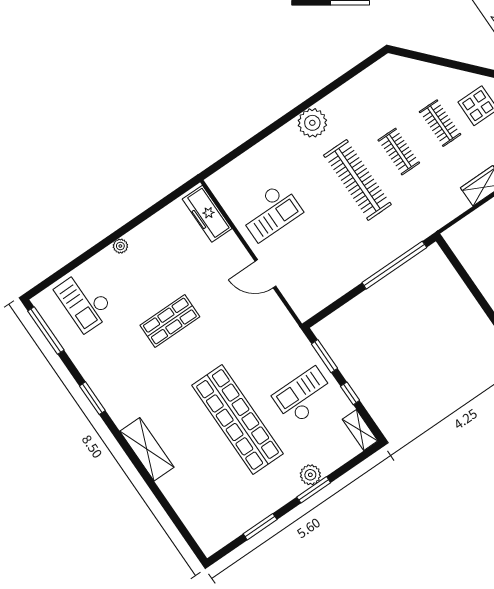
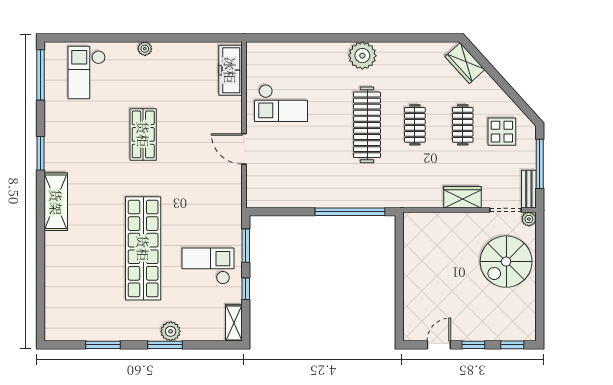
wardrobe: (405, 68) -> (465, 63), added
shop shelf: (170, 321) -> (143, 134), turned 90
shelving: (147, 449) -> (56, 202), moved

